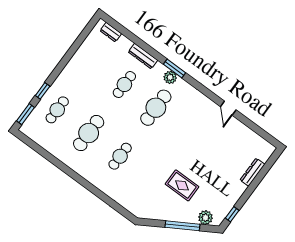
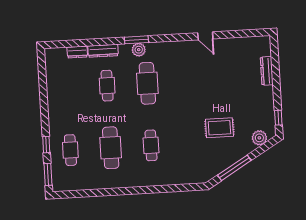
dresser: (111, 32) -> (77, 52), moved
window: (182, 226) -> (234, 168), moved

